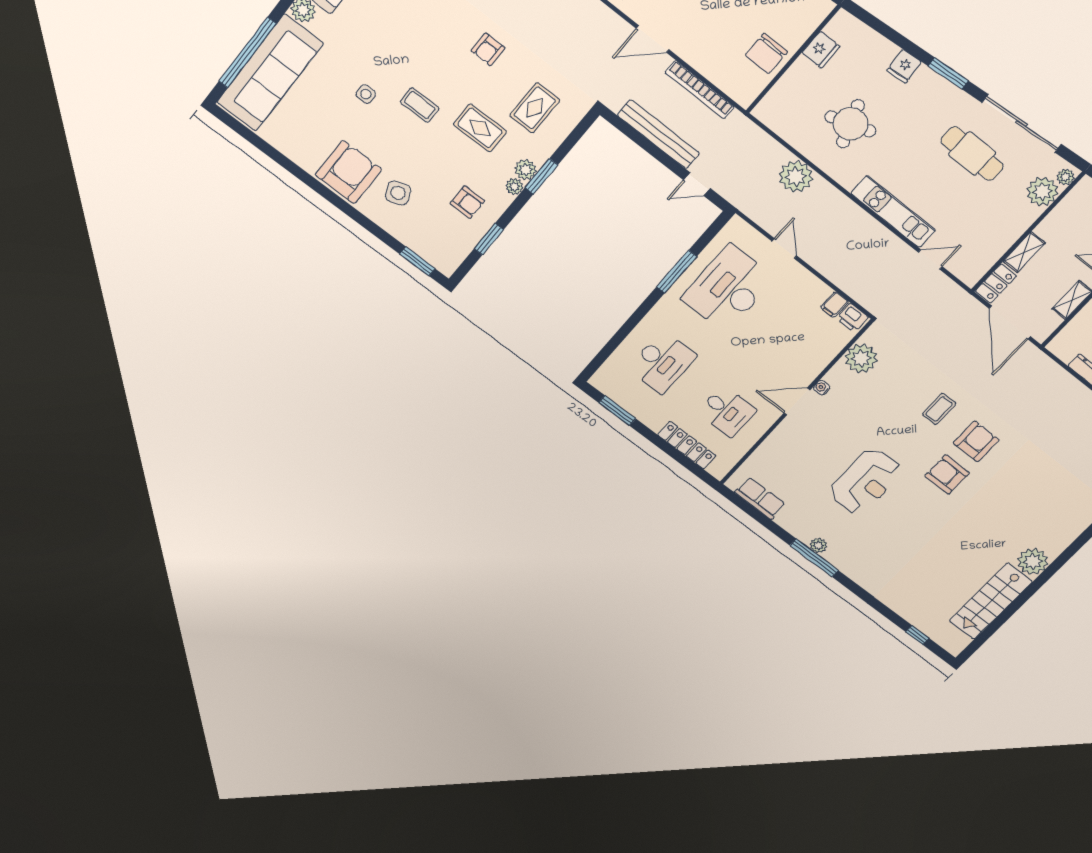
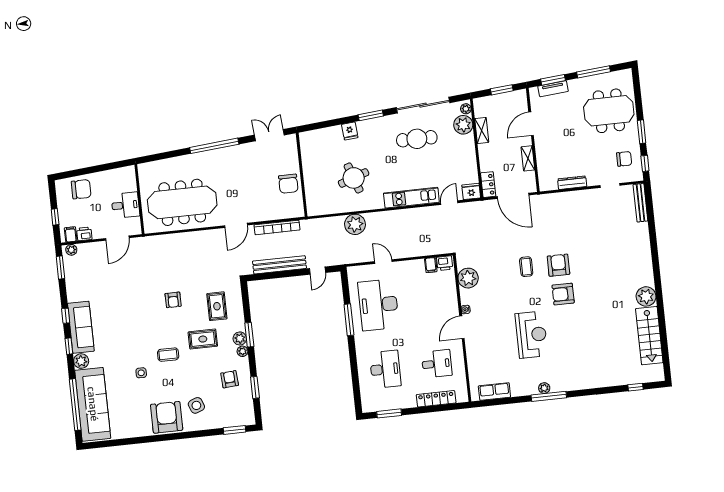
fridge: (821, 50) -> (471, 191), moved, turned -90
armchair: (467, 202) -> (230, 379), turned -94
shelving: (1024, 252) -> (482, 130), moved

